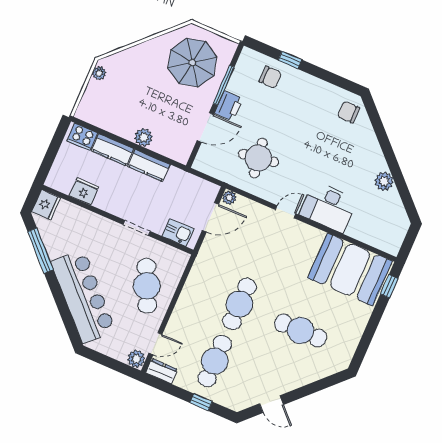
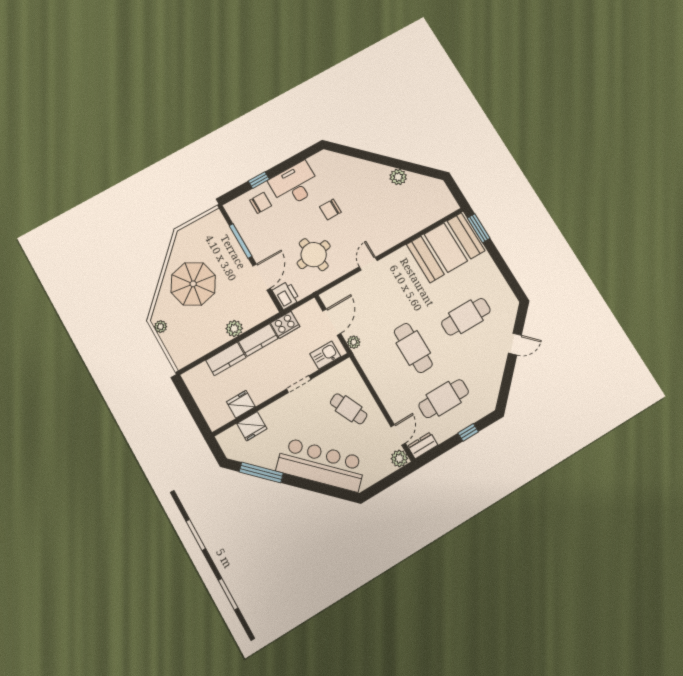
parasol: (192, 62) -> (193, 284), moved
printer: (229, 106) -> (286, 295), moved
chair: (349, 112) -> (330, 210), moved
cooker: (82, 137) -> (285, 325), moved
plant: (229, 198) -> (354, 342), moved
fridge: (46, 205) -> (252, 426), moved, turned 90
desk: (328, 207) -> (295, 185), moved, turned 180
cafe table: (147, 286) -> (349, 409), width x0.73, depth x0.74
window: (389, 286) -> (479, 228), width x1.50
cafe table: (215, 361) -> (444, 399), turned 90
door: (271, 404) -> (515, 344), moved

